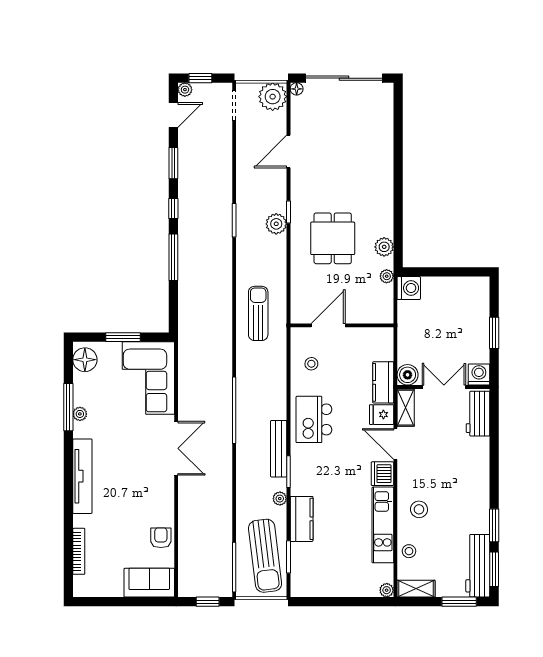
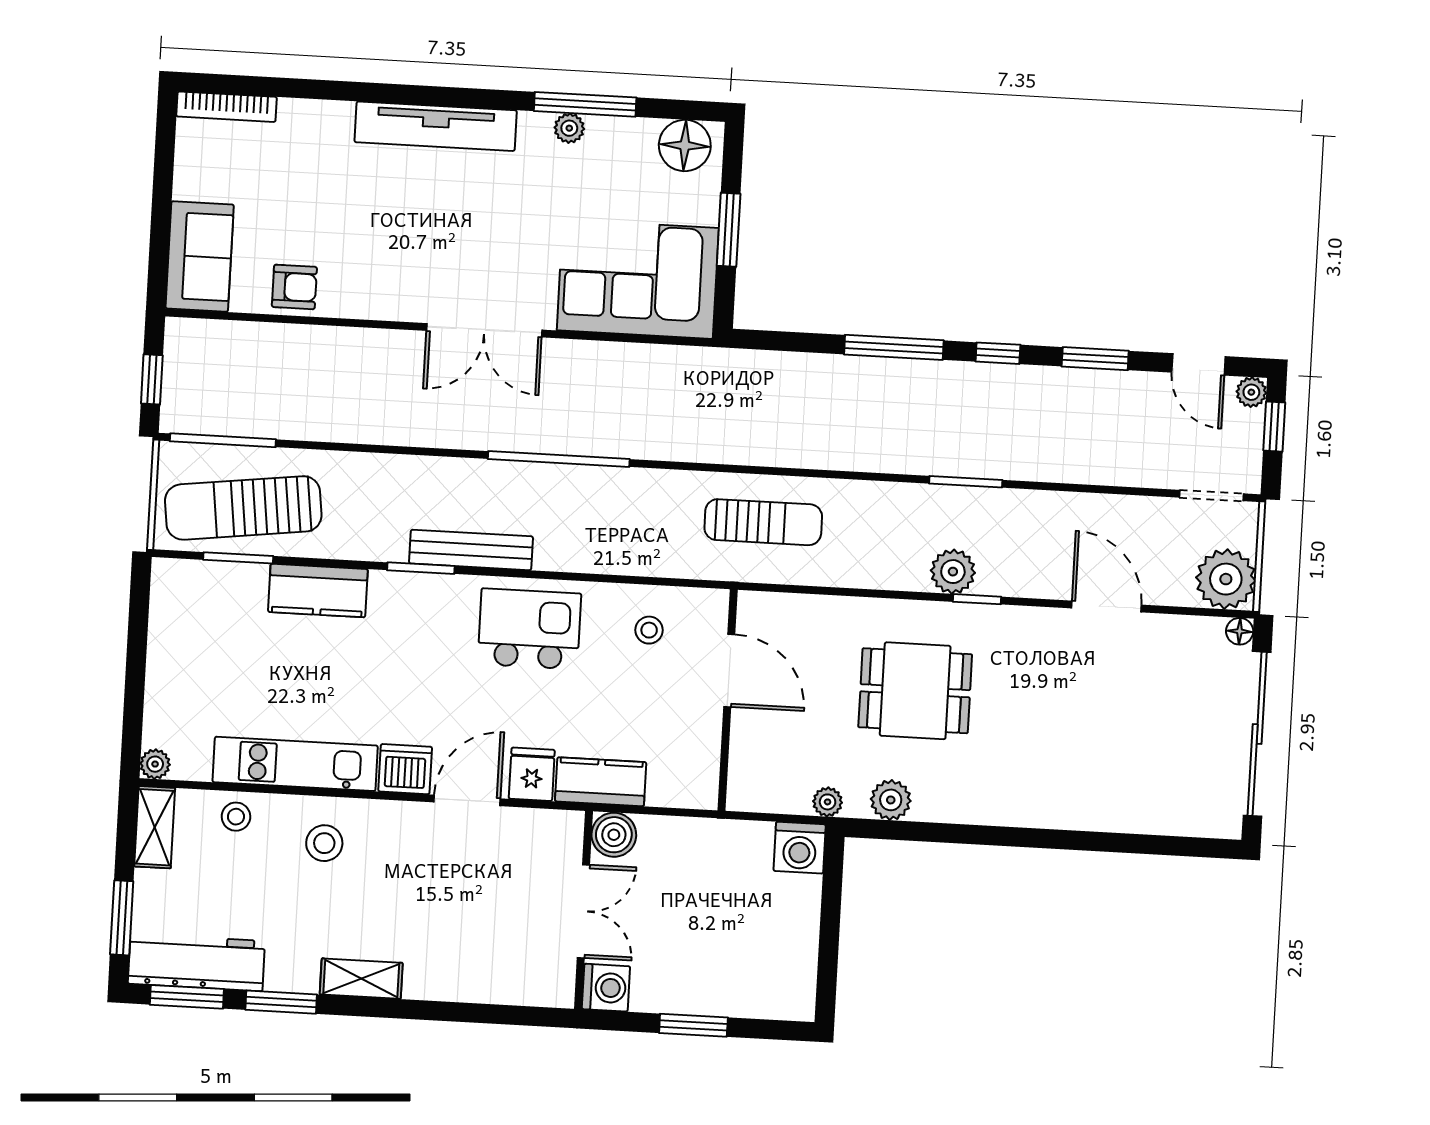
shelving: (406, 408) -> (361, 979), moved
workbench: (478, 414) -> (522, 981), removed
plant: (280, 499) -> (364, 546), removed
bookcase: (79, 551) -> (226, 107), moved

